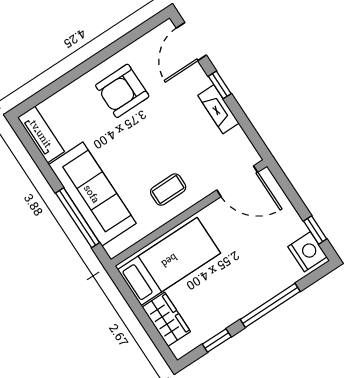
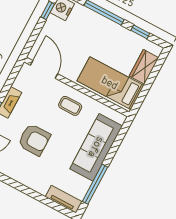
armchair: (122, 91) -> (34, 140), moved
tv unit: (41, 134) -> (64, 199), moved, turned 90
window: (78, 218) -> (95, 184), moved

